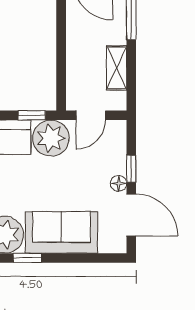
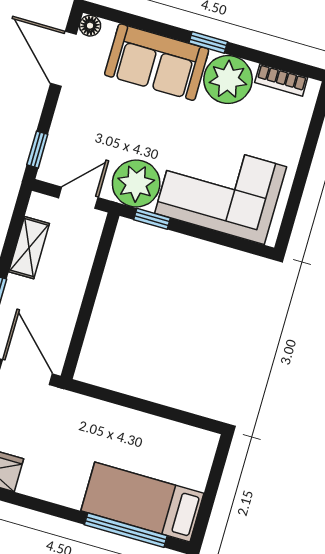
window: (131, 169) -> (37, 150), moved
floor lamp: (119, 183) -> (90, 26), moved

